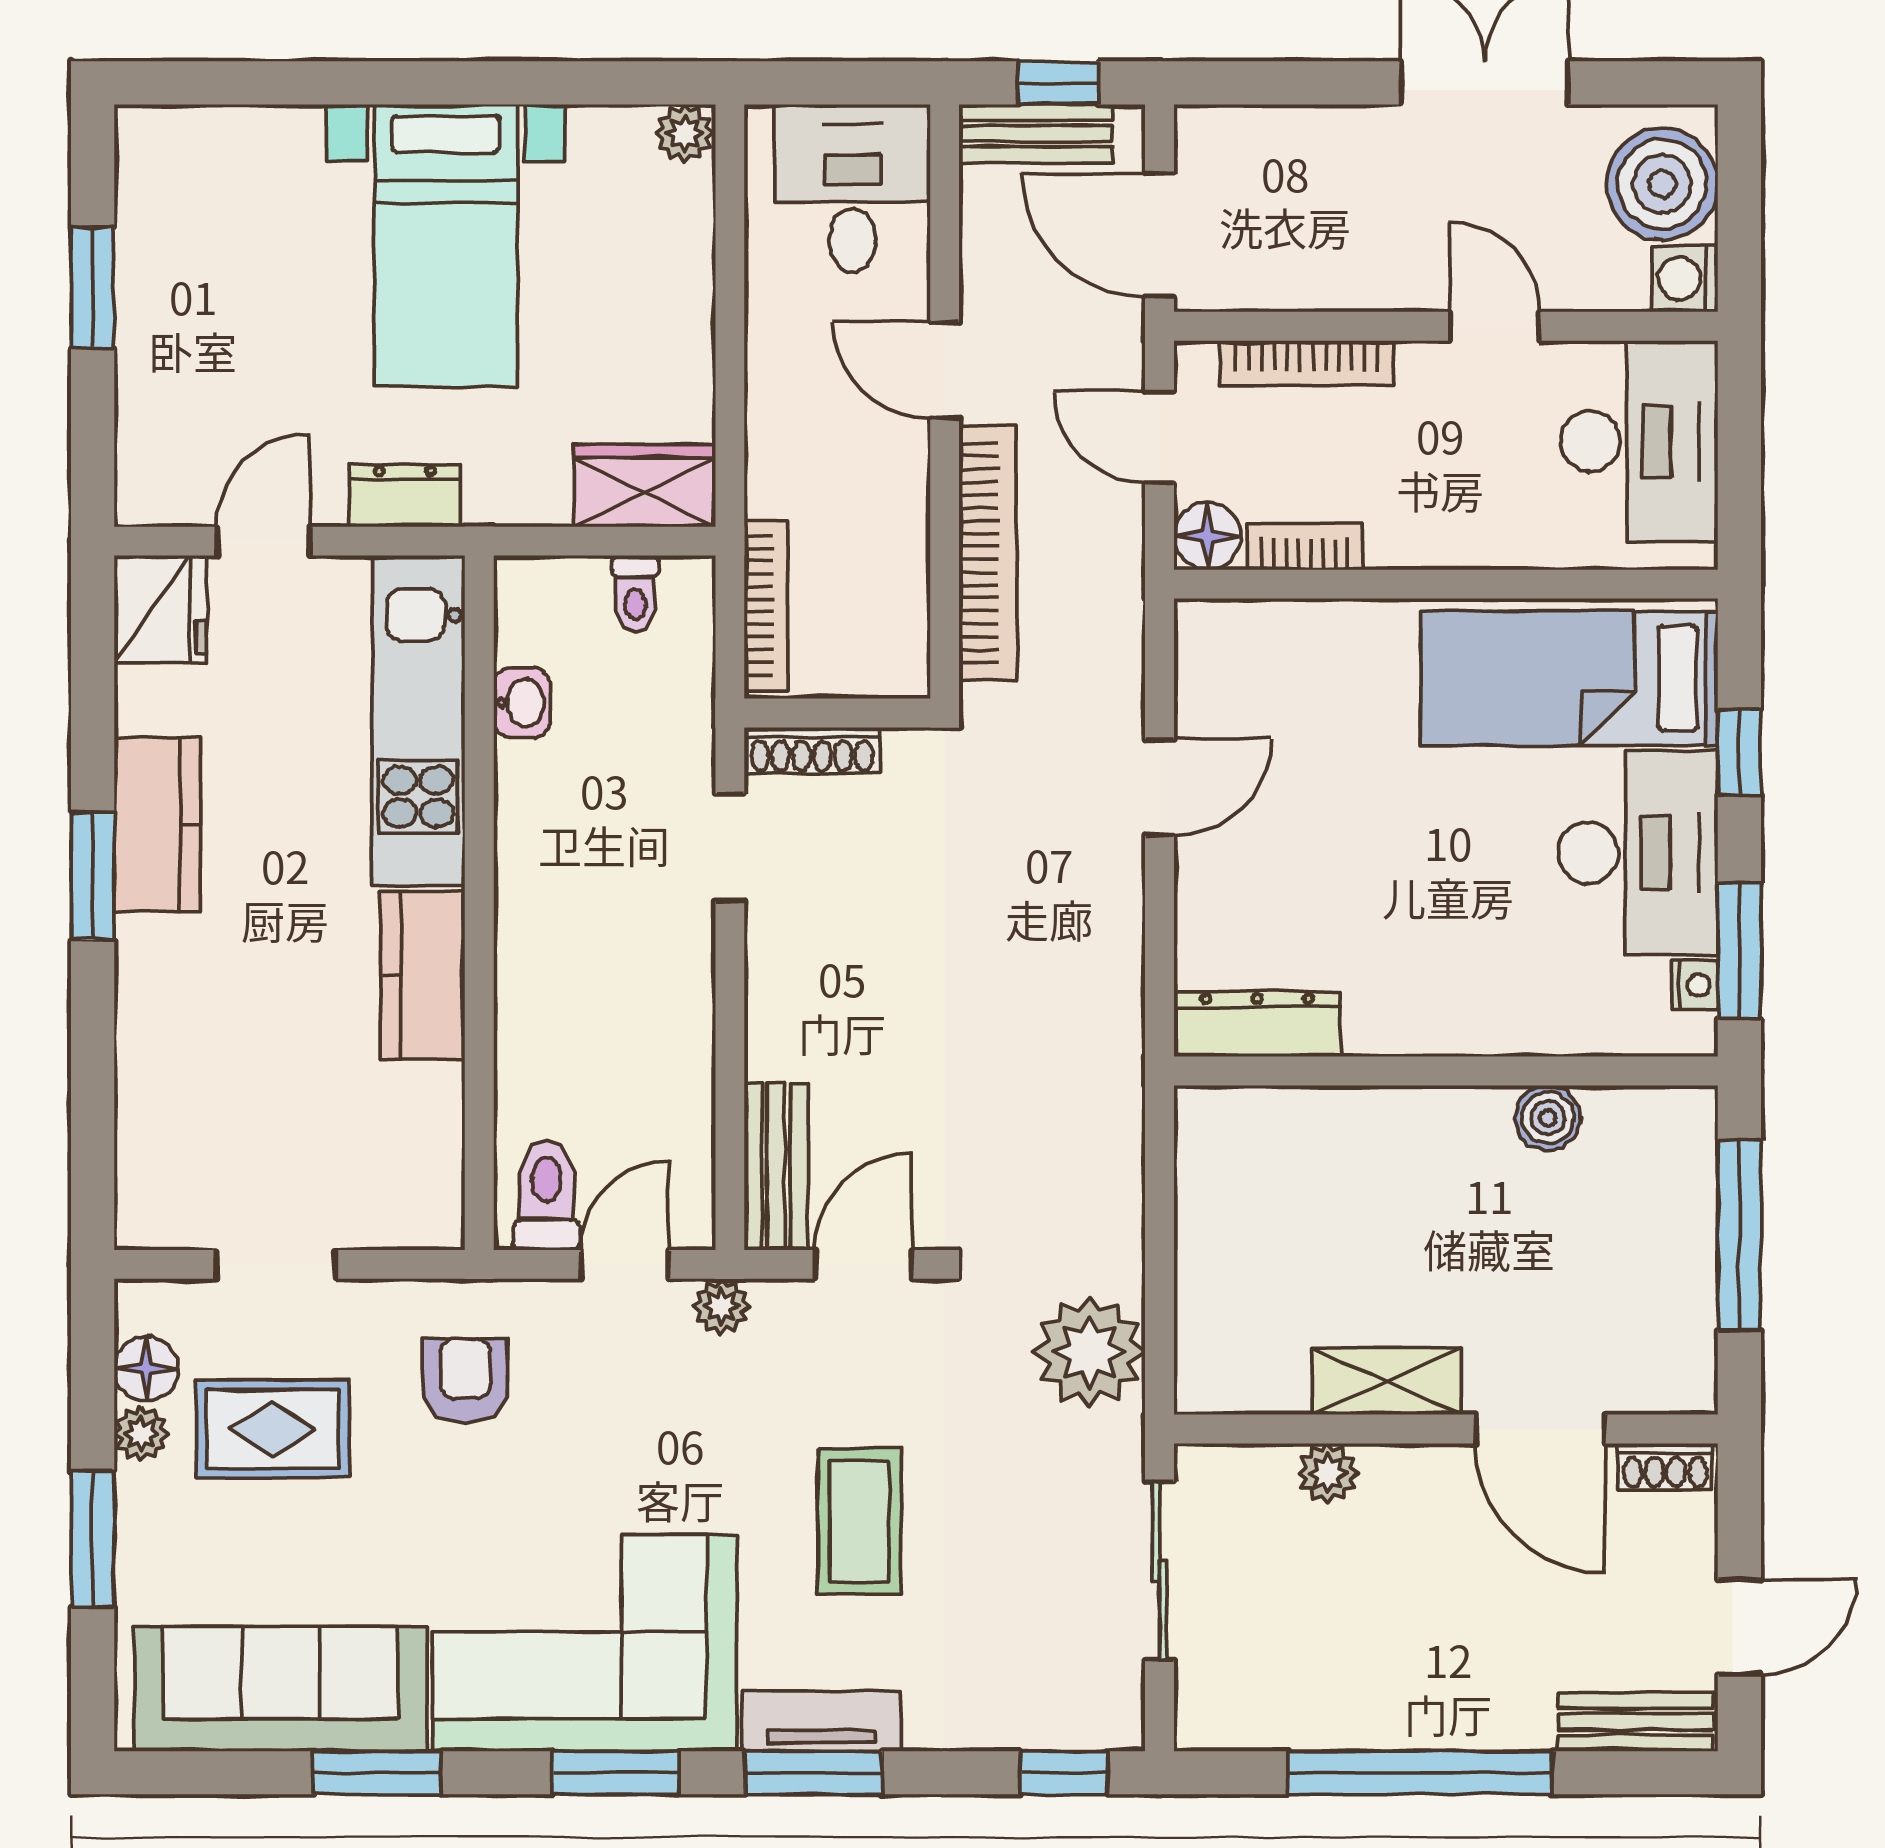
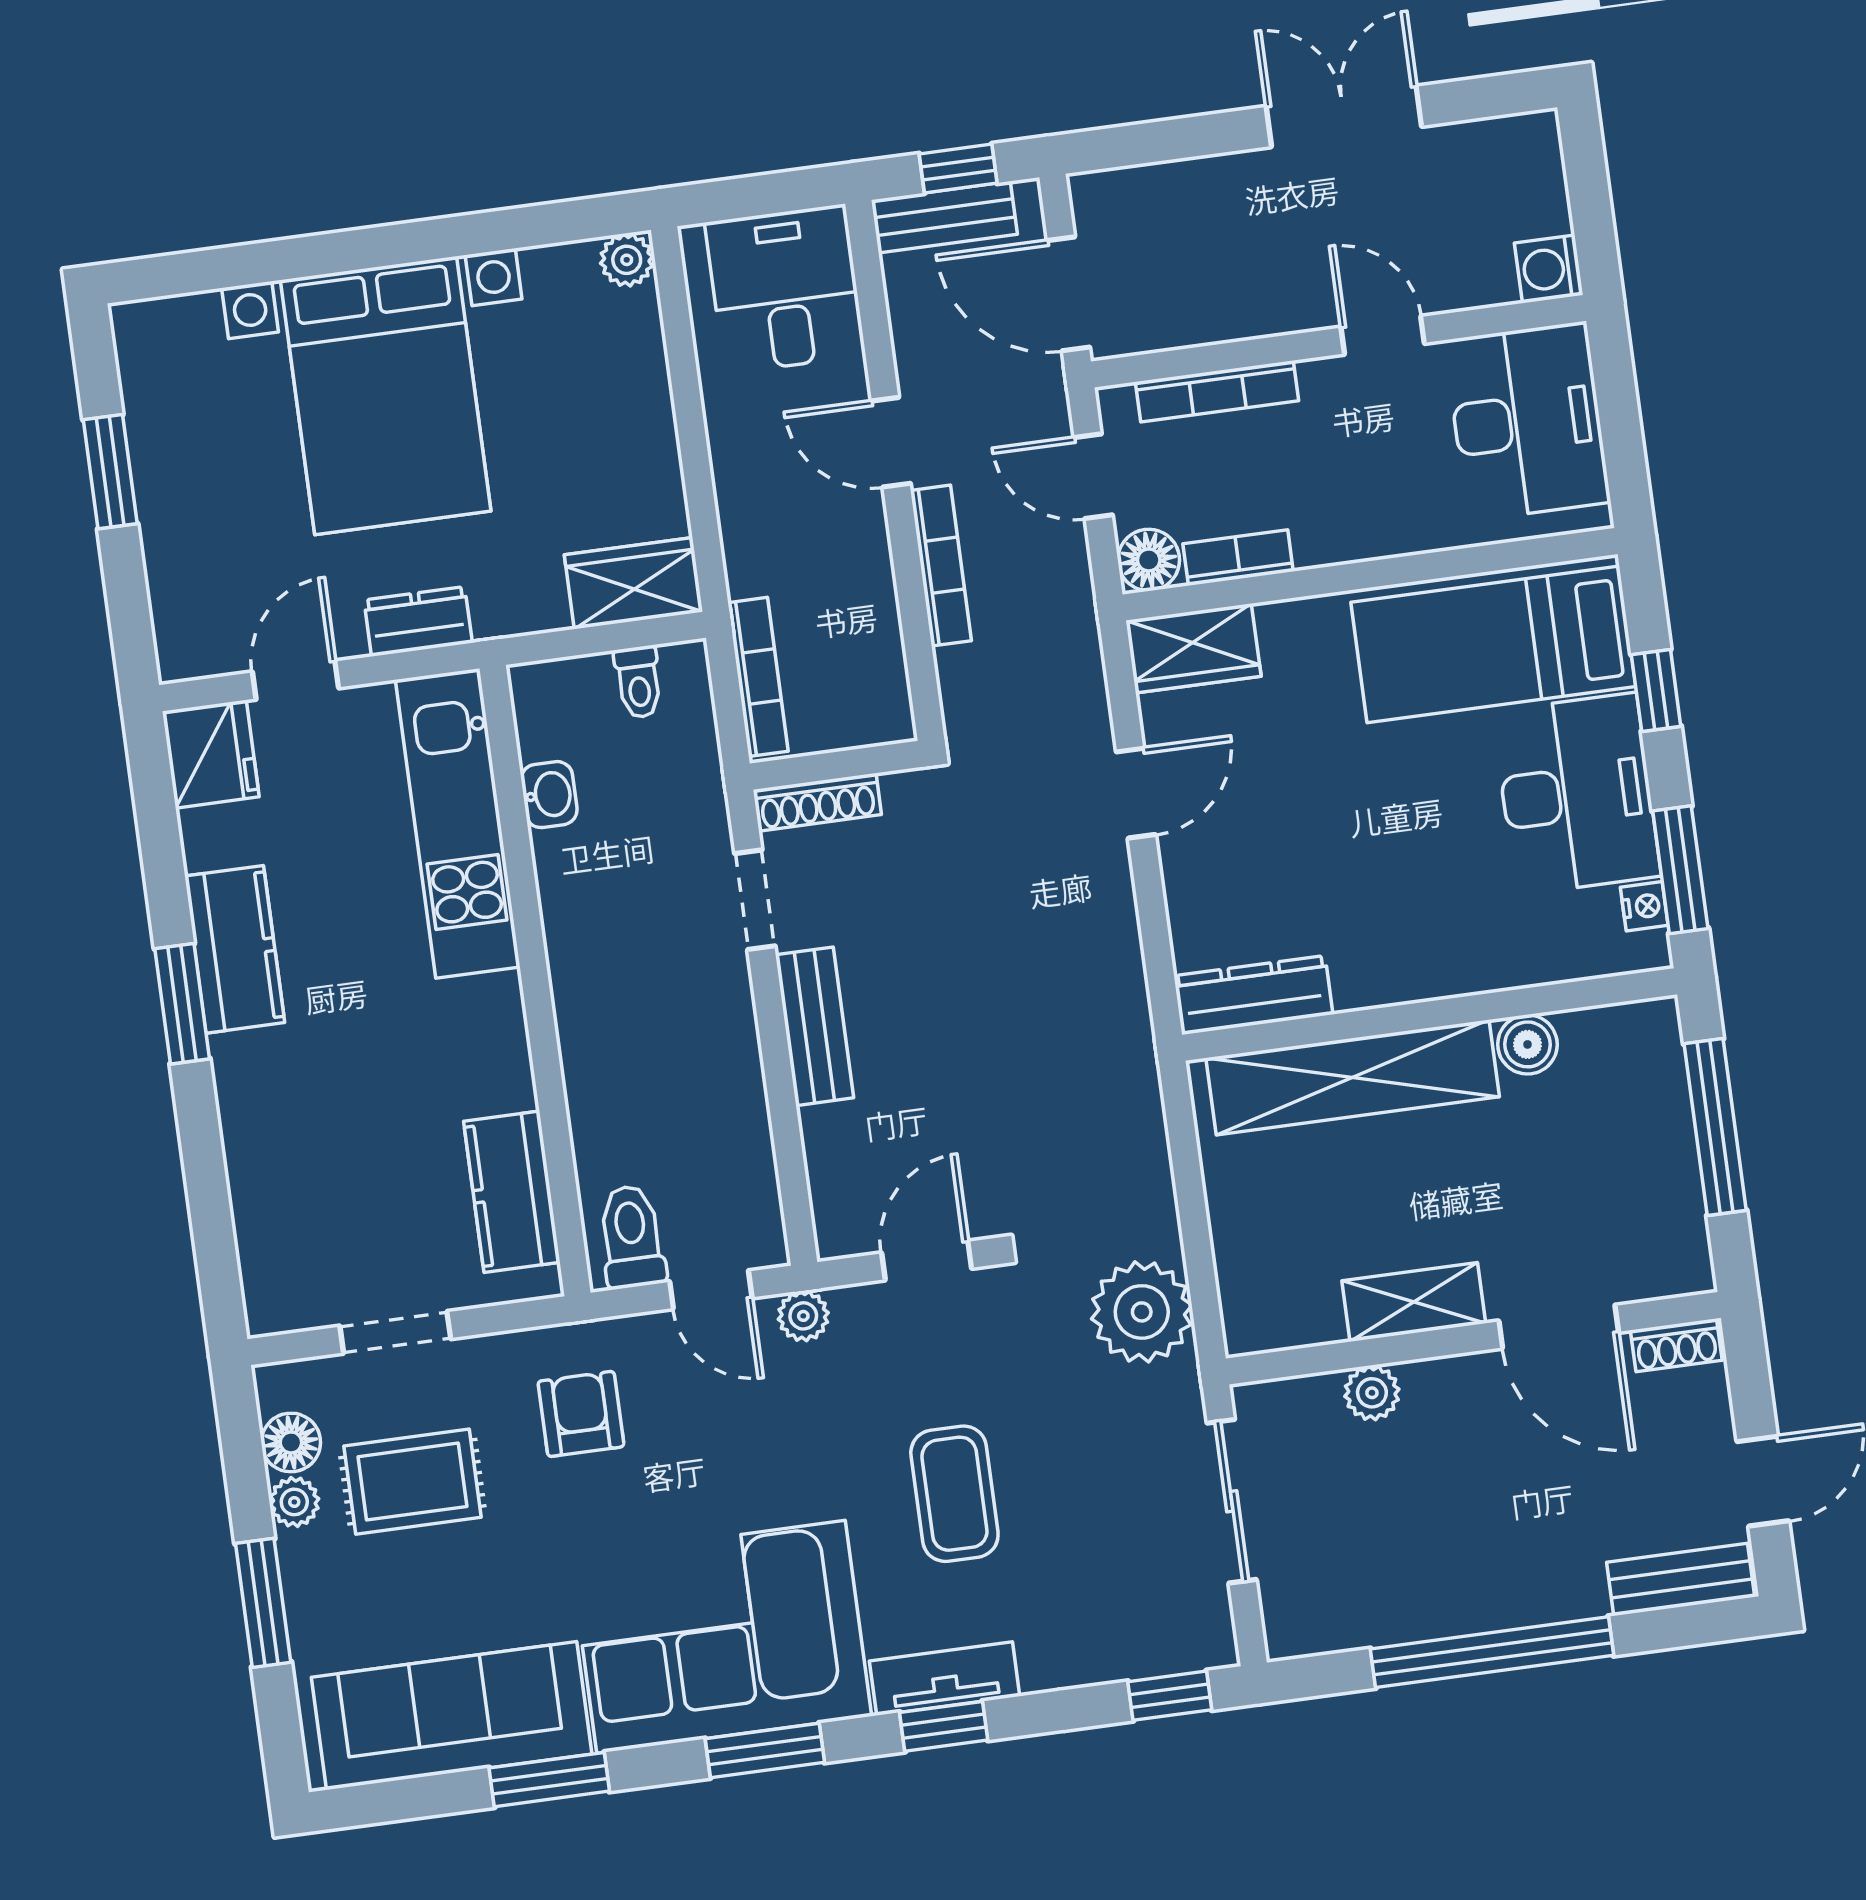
boiler: (1662, 184) -> (1517, 186), removed
bed with nightstands: (446, 245) -> (386, 396), width x1.36
bookcase: (988, 553) -> (941, 566), width x0.68, depth x0.76
wardrobe: (1243, 639) -> (1193, 648), added
kitchen counter: (423, 975) -> (512, 1192), moved
shelving: (1353, 1128) -> (1353, 1077), added
bench: (776, 1166) -> (815, 1026), moved
door: (625, 1264) -> (711, 1290), swing flipped
window: (814, 1773) -> (944, 1726), width x0.67

